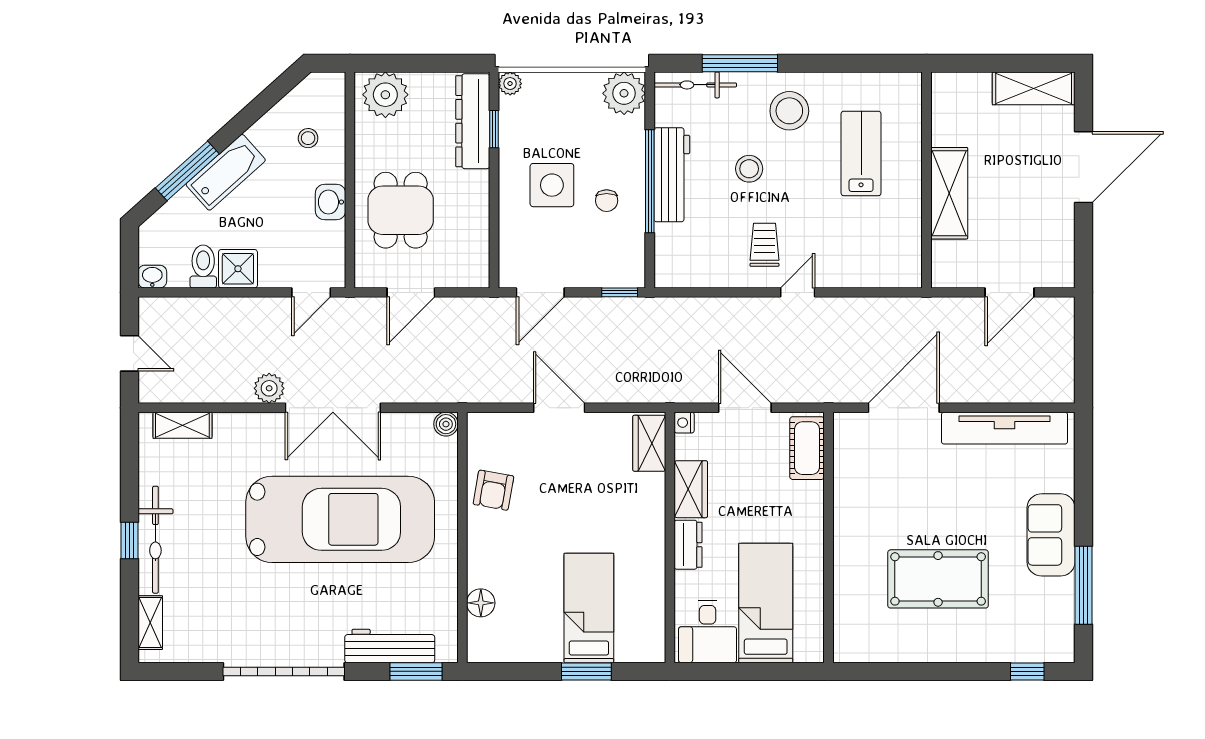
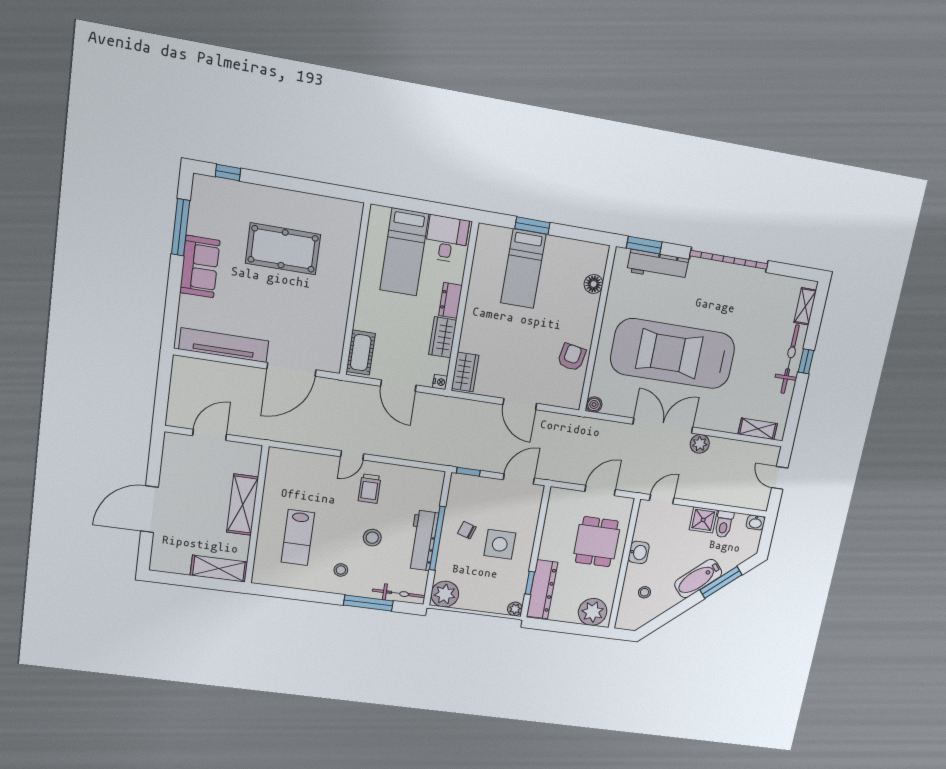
shelving: (1034, 88) -> (219, 569), moved
stool: (789, 111) -> (341, 570), width x0.53, depth x0.53
chair: (607, 201) -> (467, 530), turned -72

